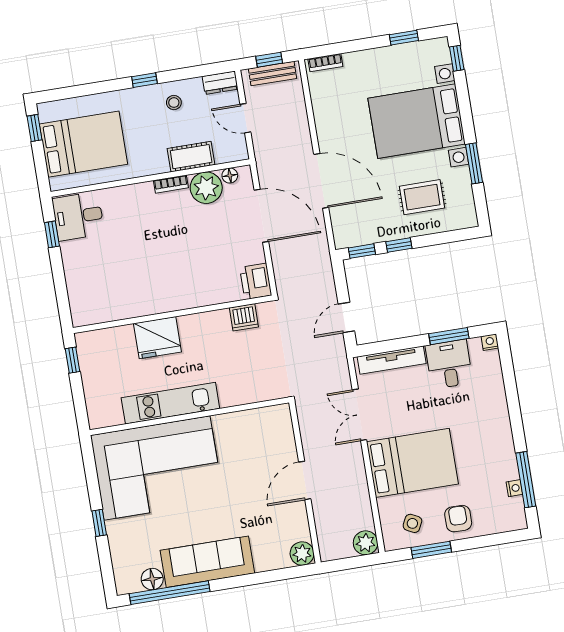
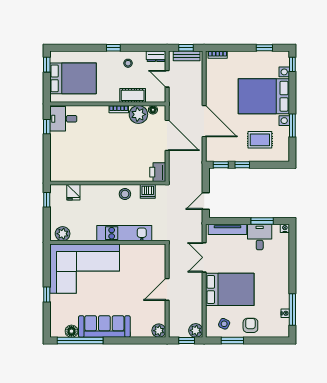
stool: (205, 328) -> (125, 194), added
fridge: (157, 338) -> (73, 192), moved, width x0.53, depth x0.75
kitchen unit: (170, 403) -> (124, 233), moved
plant: (109, 414) -> (63, 234), added
window: (353, 563) -> (187, 341), added

